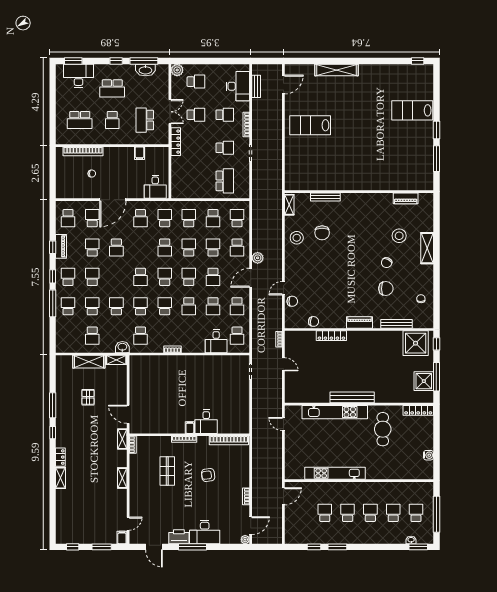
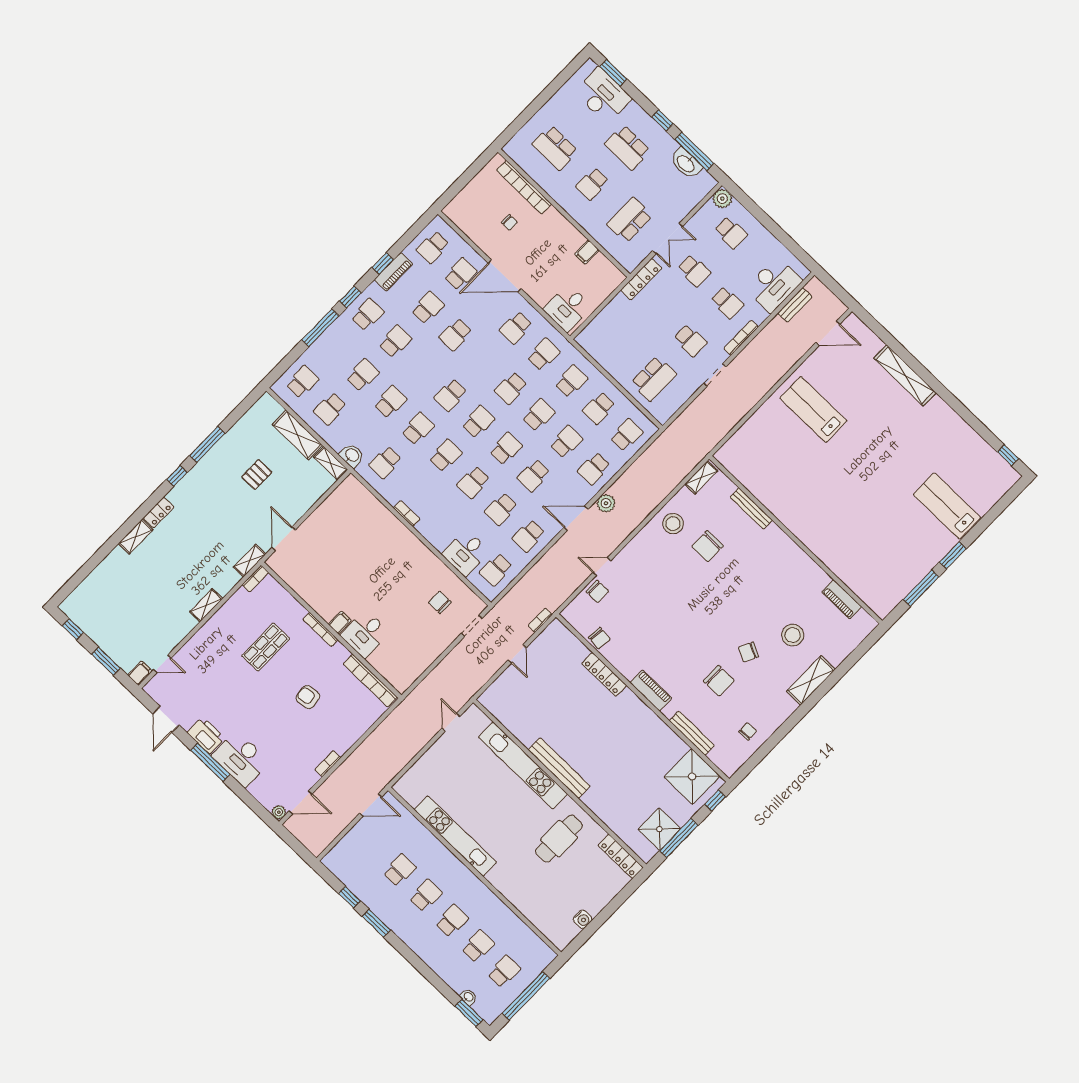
school desk: (68, 306) -> (302, 382), moved
chair: (226, 375) -> (440, 602), added

